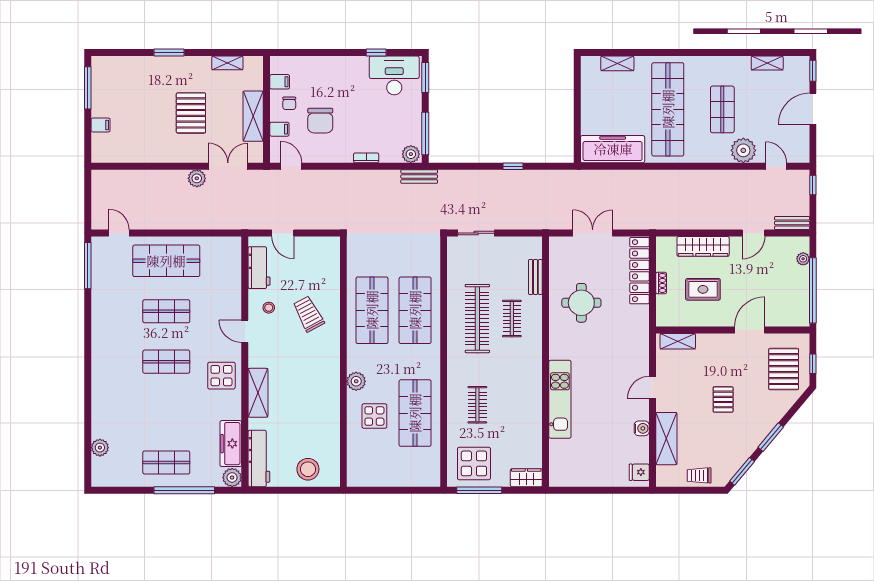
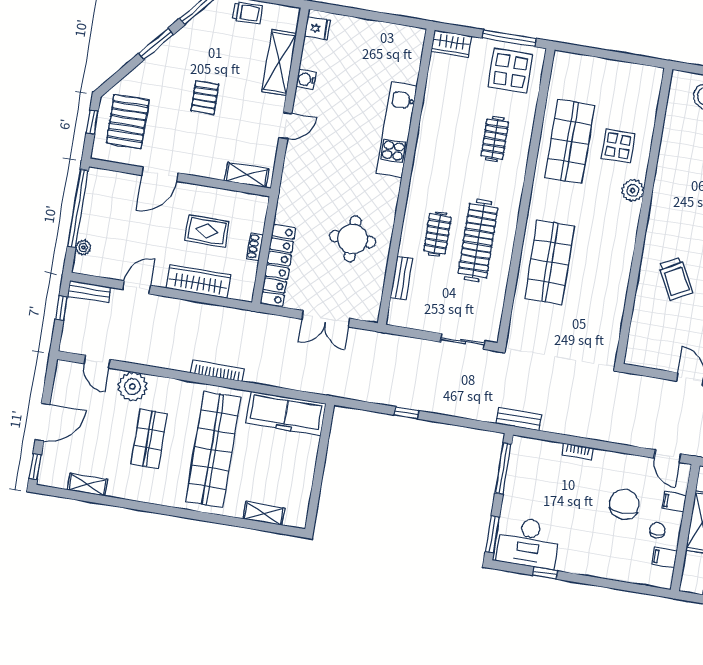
plant: (411, 154) -> (524, 447), removed
bookcase: (675, 175) -> (217, 371), added
window: (813, 185) -> (61, 308), moved
shop shelf: (372, 310) -> (600, 271), removed

